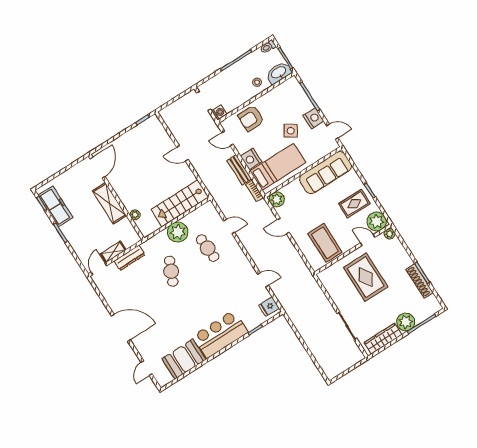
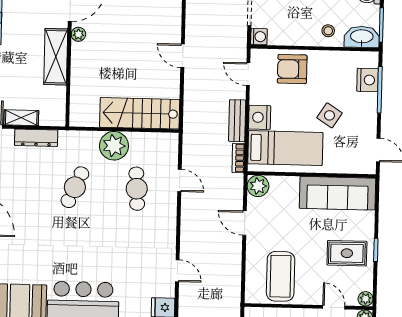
nightstand: (313, 118) -> (368, 80), moved
plant: (135, 215) -> (78, 34), moved
plant: (377, 221) -> (365, 299), width x0.53, depth x0.53

